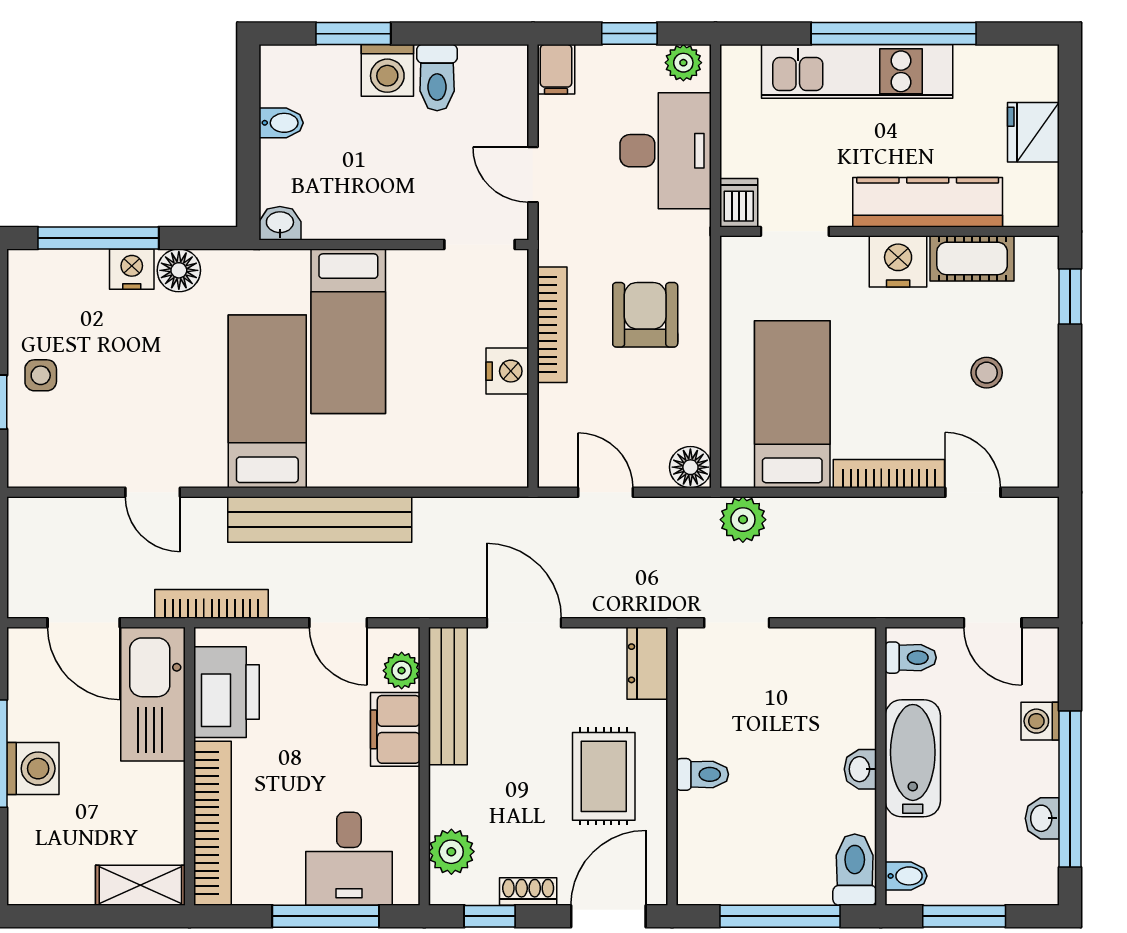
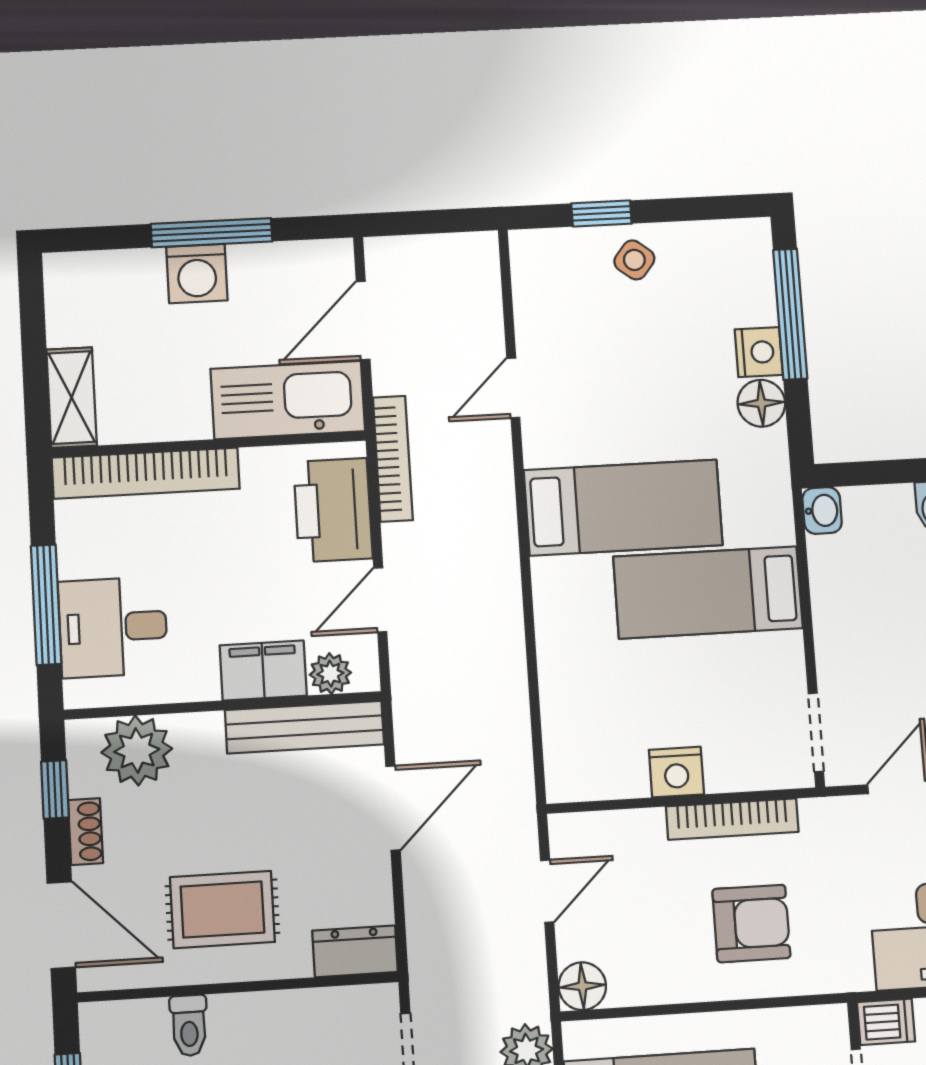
side table: (41, 375) -> (634, 260), turned 38
bench: (320, 519) -> (495, 573), removed
printer: (226, 692) -> (333, 510), moved, turned 90
toilet: (702, 774) -> (189, 1026), moved
plant: (451, 852) -> (137, 750), width x1.36, depth x1.36

